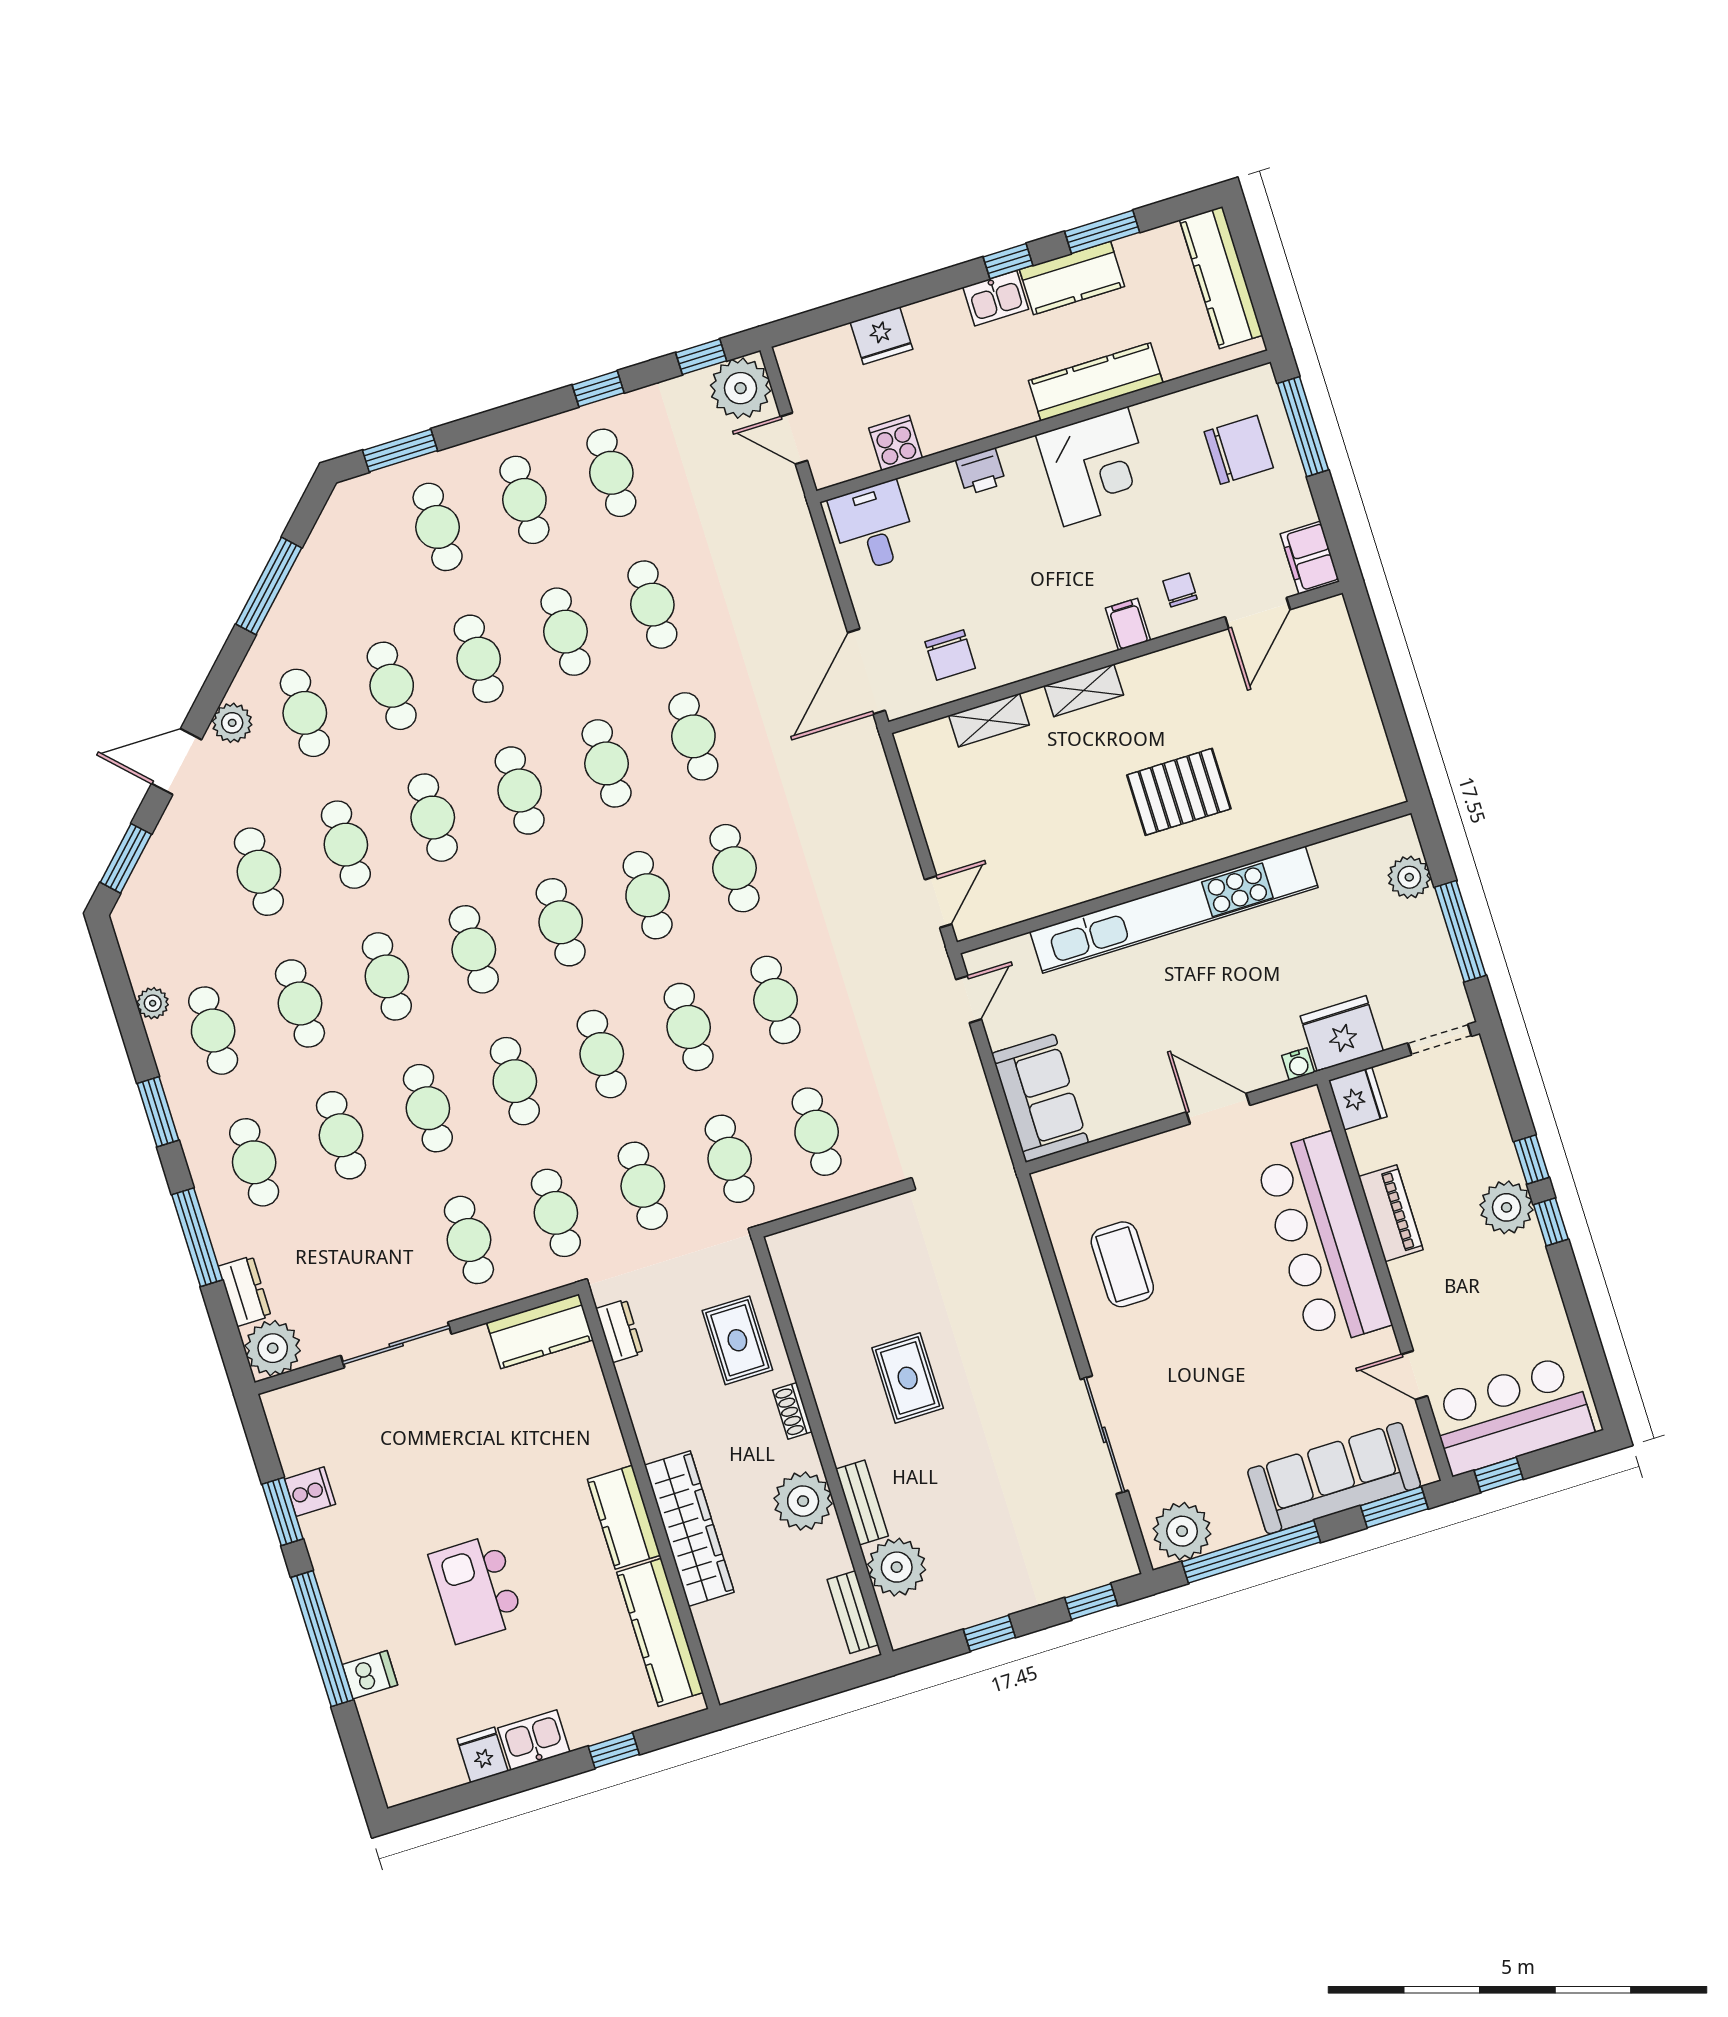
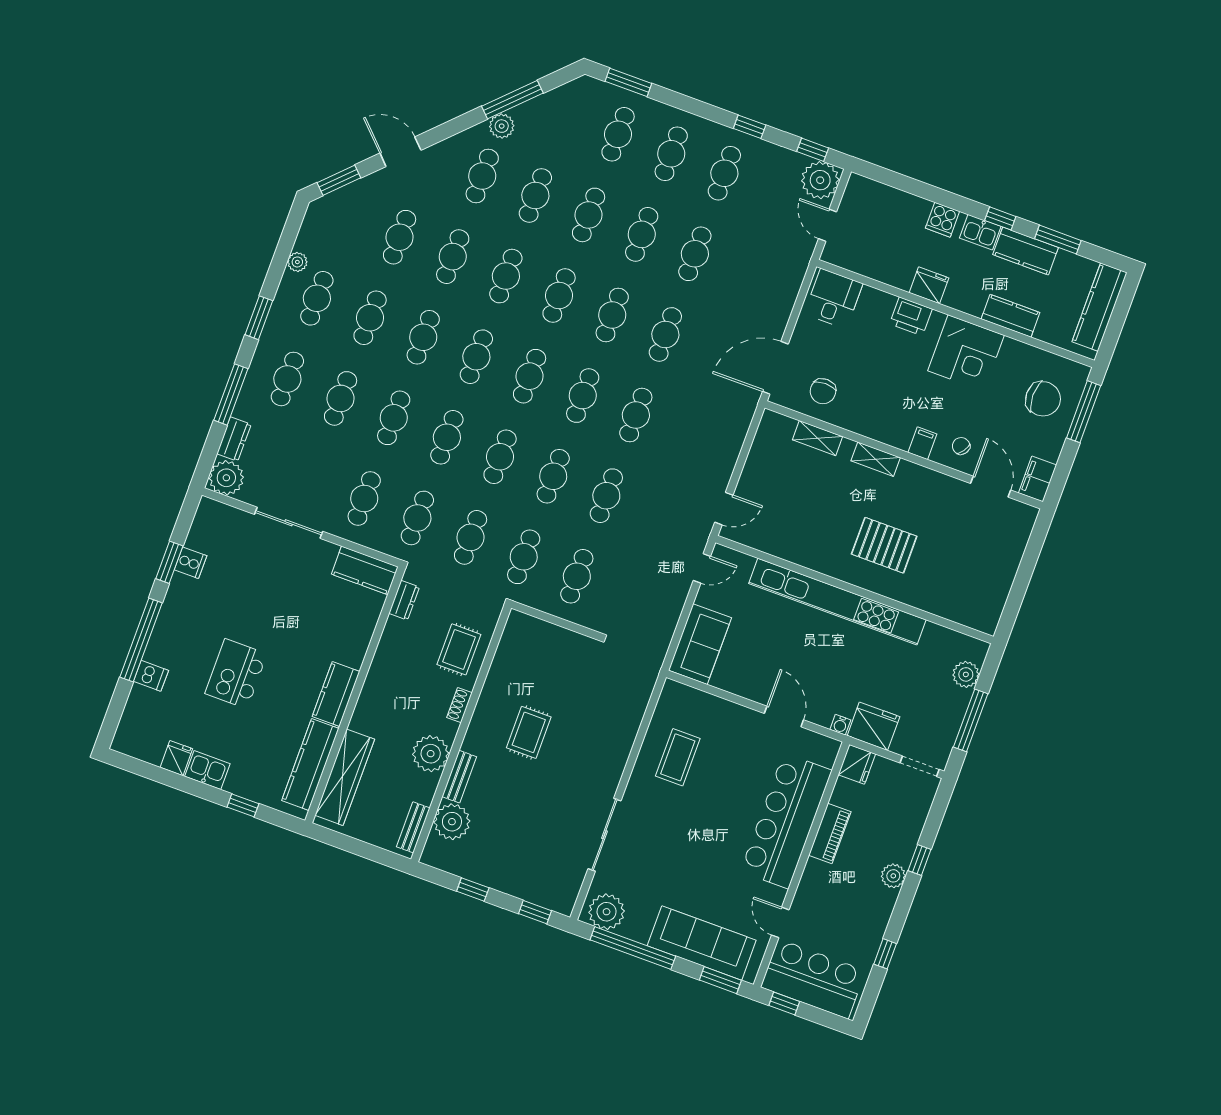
fridge: (882, 336) -> (929, 285), moved, turned 180
kitchen counter: (1096, 382) -> (1010, 316), width x0.67
cooker: (895, 443) -> (943, 220), moved, turned 180
printer: (981, 472) -> (911, 316), width x1.36, depth x1.24
chair: (1180, 590) -> (961, 446), turned -55
door: (1258, 613) -> (991, 487), swing flipped
plant: (232, 723) -> (502, 126), moved
plant: (1506, 1207) -> (893, 876), width x0.73, depth x0.73
window: (1551, 1222) -> (885, 954), moved
wardrobe: (689, 1529) -> (345, 777), moved

